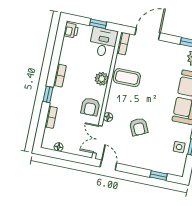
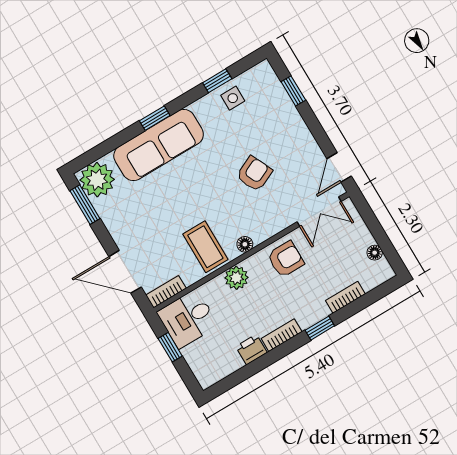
printer: (71, 30) -> (251, 349), moved
floor lamp: (108, 117) -> (245, 244), moved

